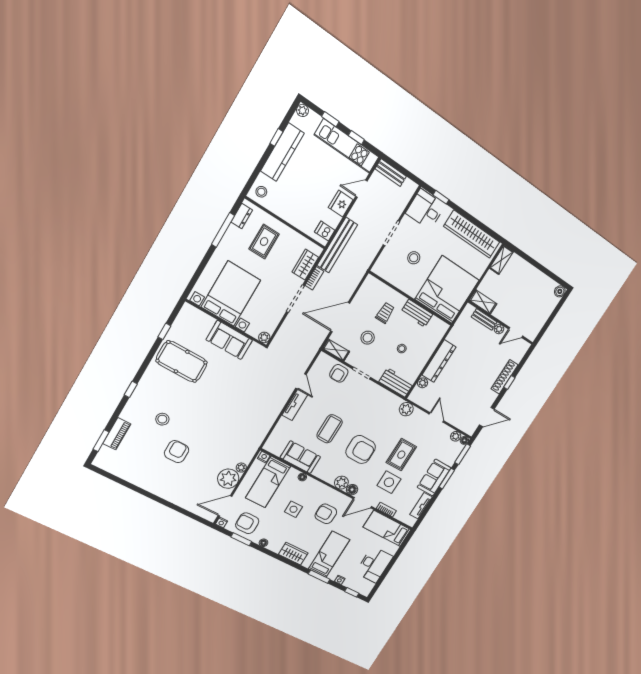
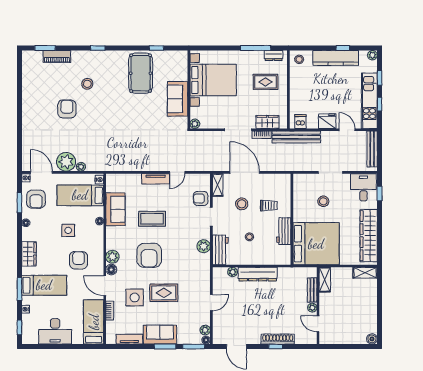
bench: (391, 173) -> (372, 149), width x1.36
plant: (406, 409) -> (204, 246), moved
armchair: (177, 452) -> (67, 109), turned -90
armchair: (247, 523) -> (36, 199), turned 180

